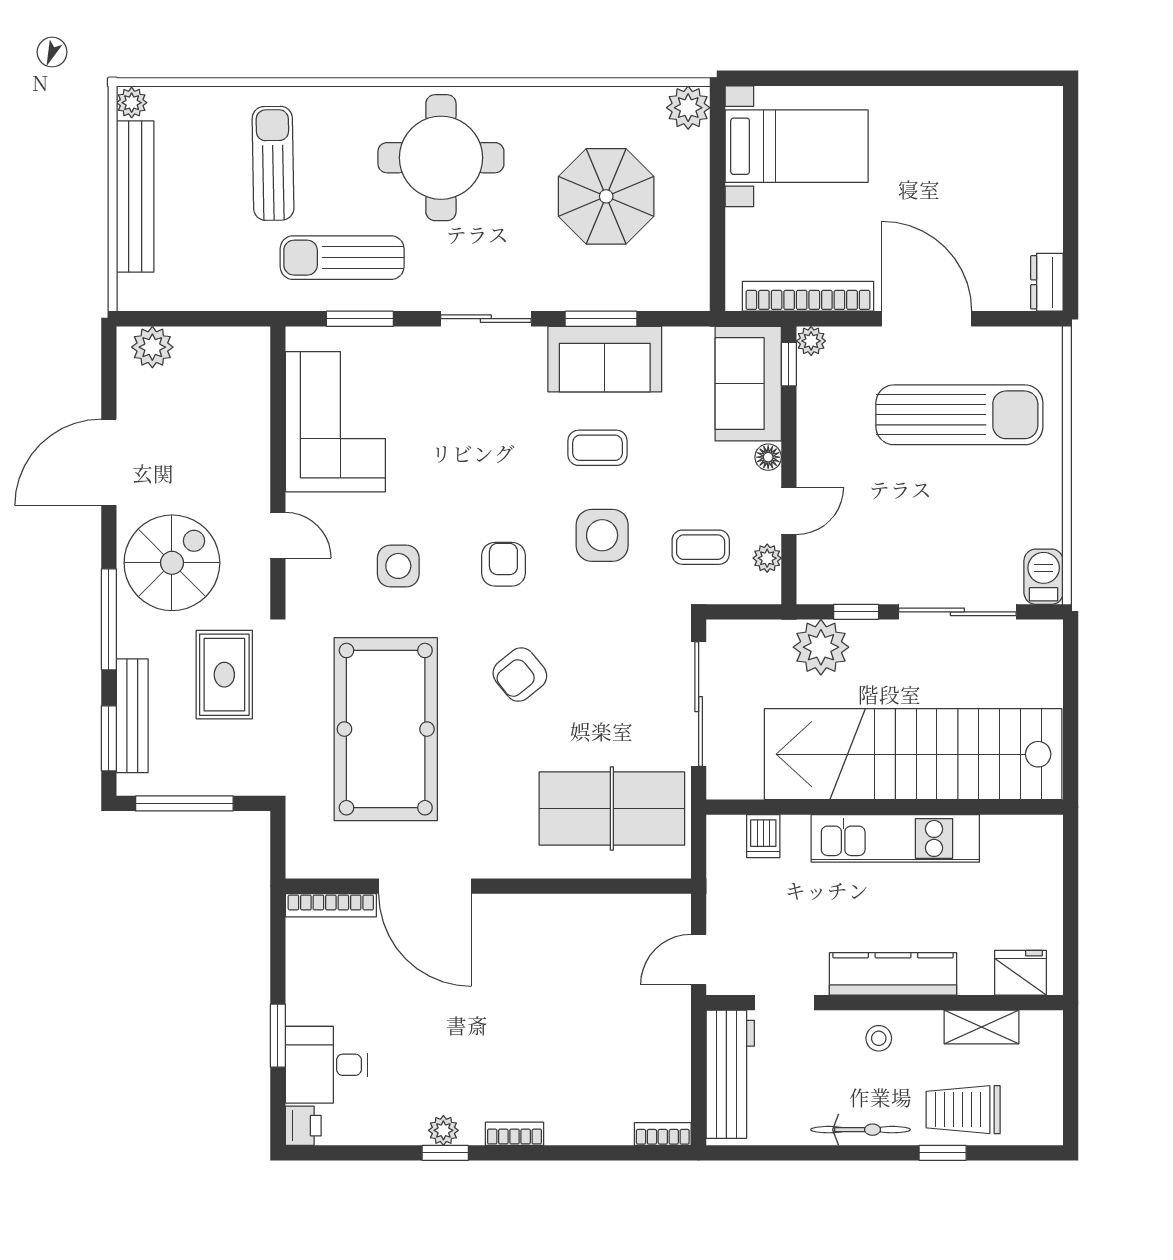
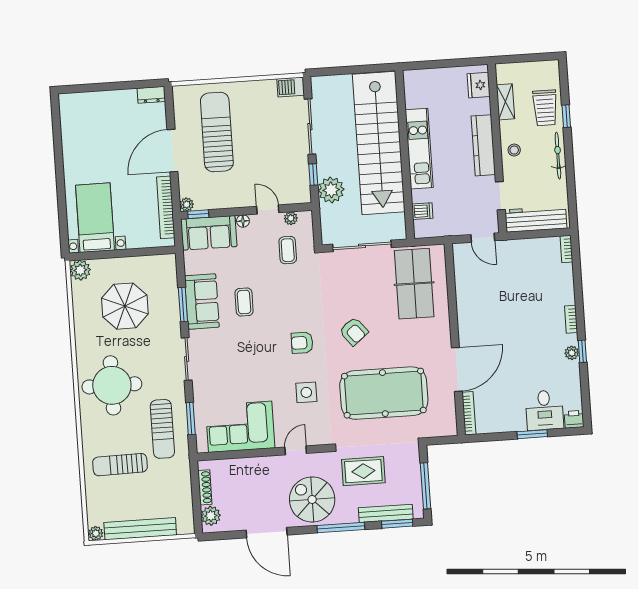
shoe rack: (213, 339) -> (205, 487), added
side table: (602, 535) -> (285, 297), removed

